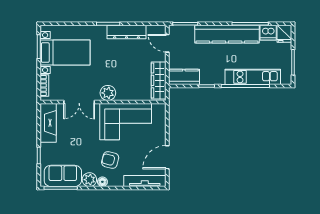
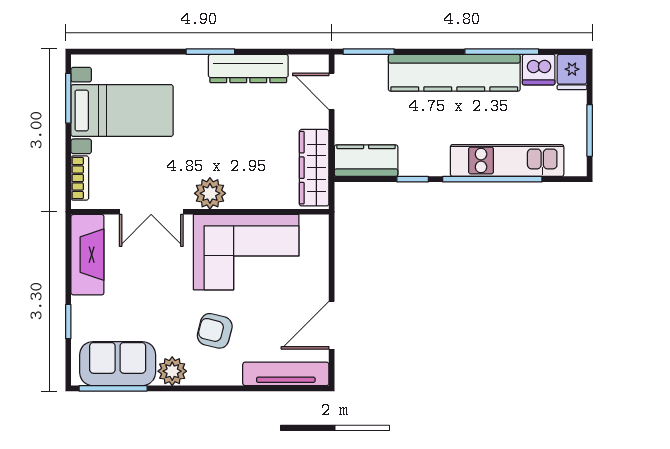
floor lamp: (102, 182) -> (199, 376), removed

